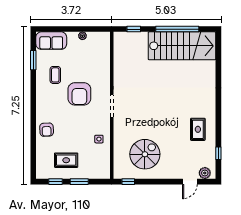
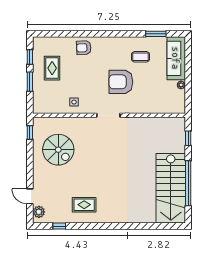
sofa: (51, 41) -> (176, 58), width x1.36

